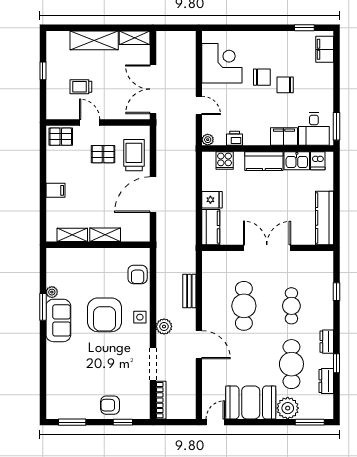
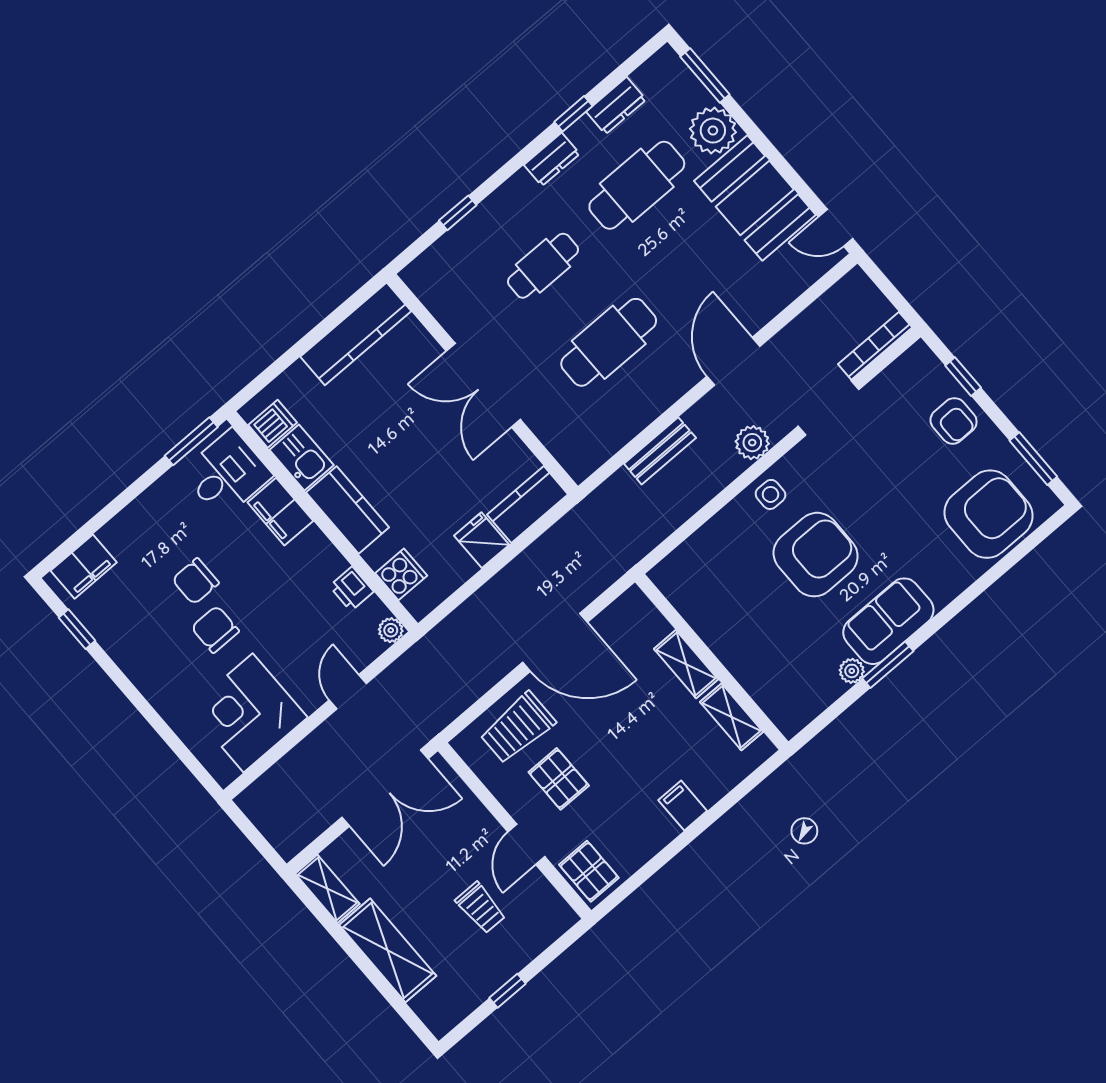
chair: (285, 85) -> (196, 581), turned 90
armchair: (138, 274) -> (988, 514), moved, width x1.88, depth x1.88

